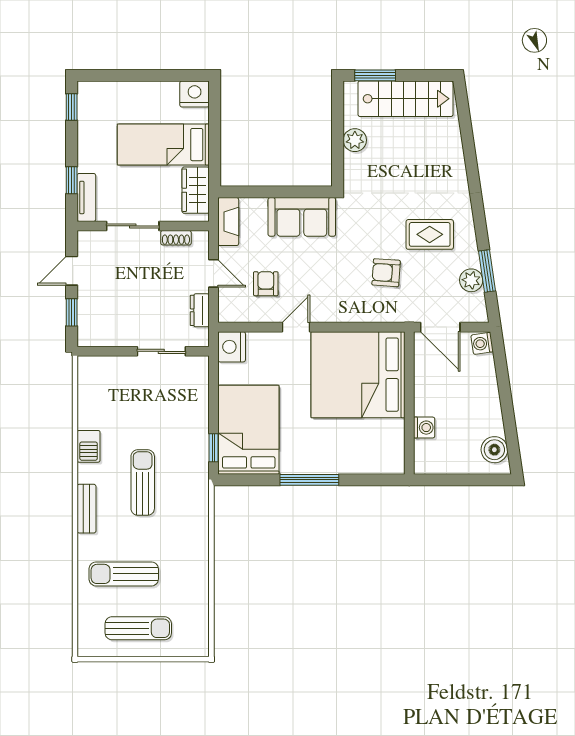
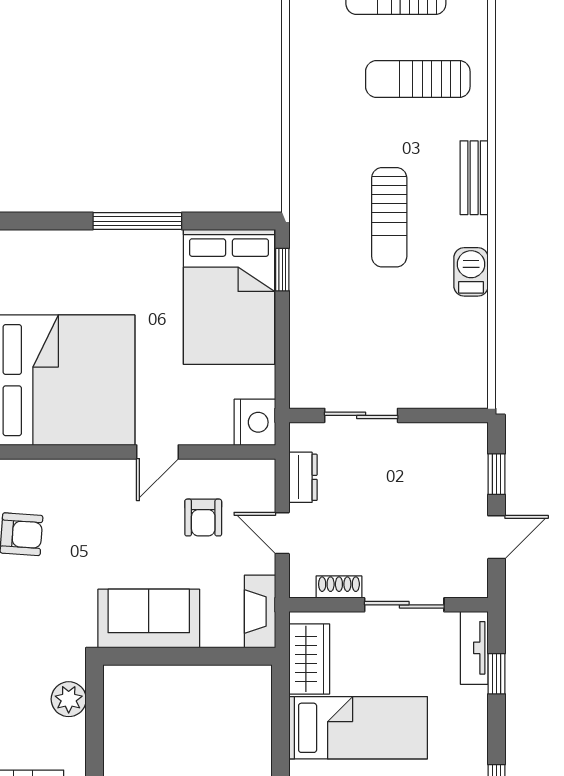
plant: (355, 140) -> (69, 699), moved
sun lounger: (124, 574) -> (418, 79), turned 180

